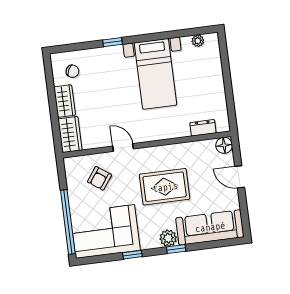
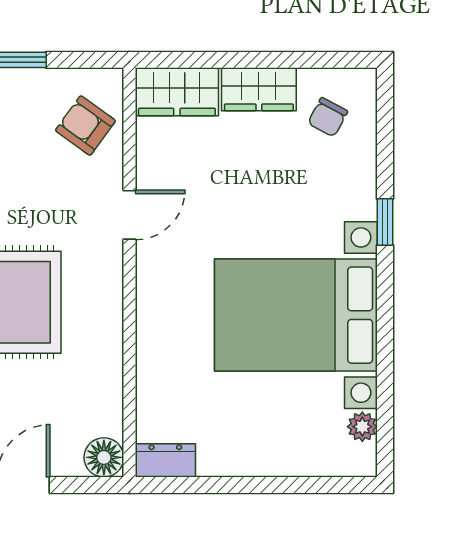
bed with nightstands: (155, 74) -> (296, 315), width x1.36
dresser: (203, 128) -> (165, 460), moved, turned -90
armchair: (99, 178) -> (85, 126), moved

